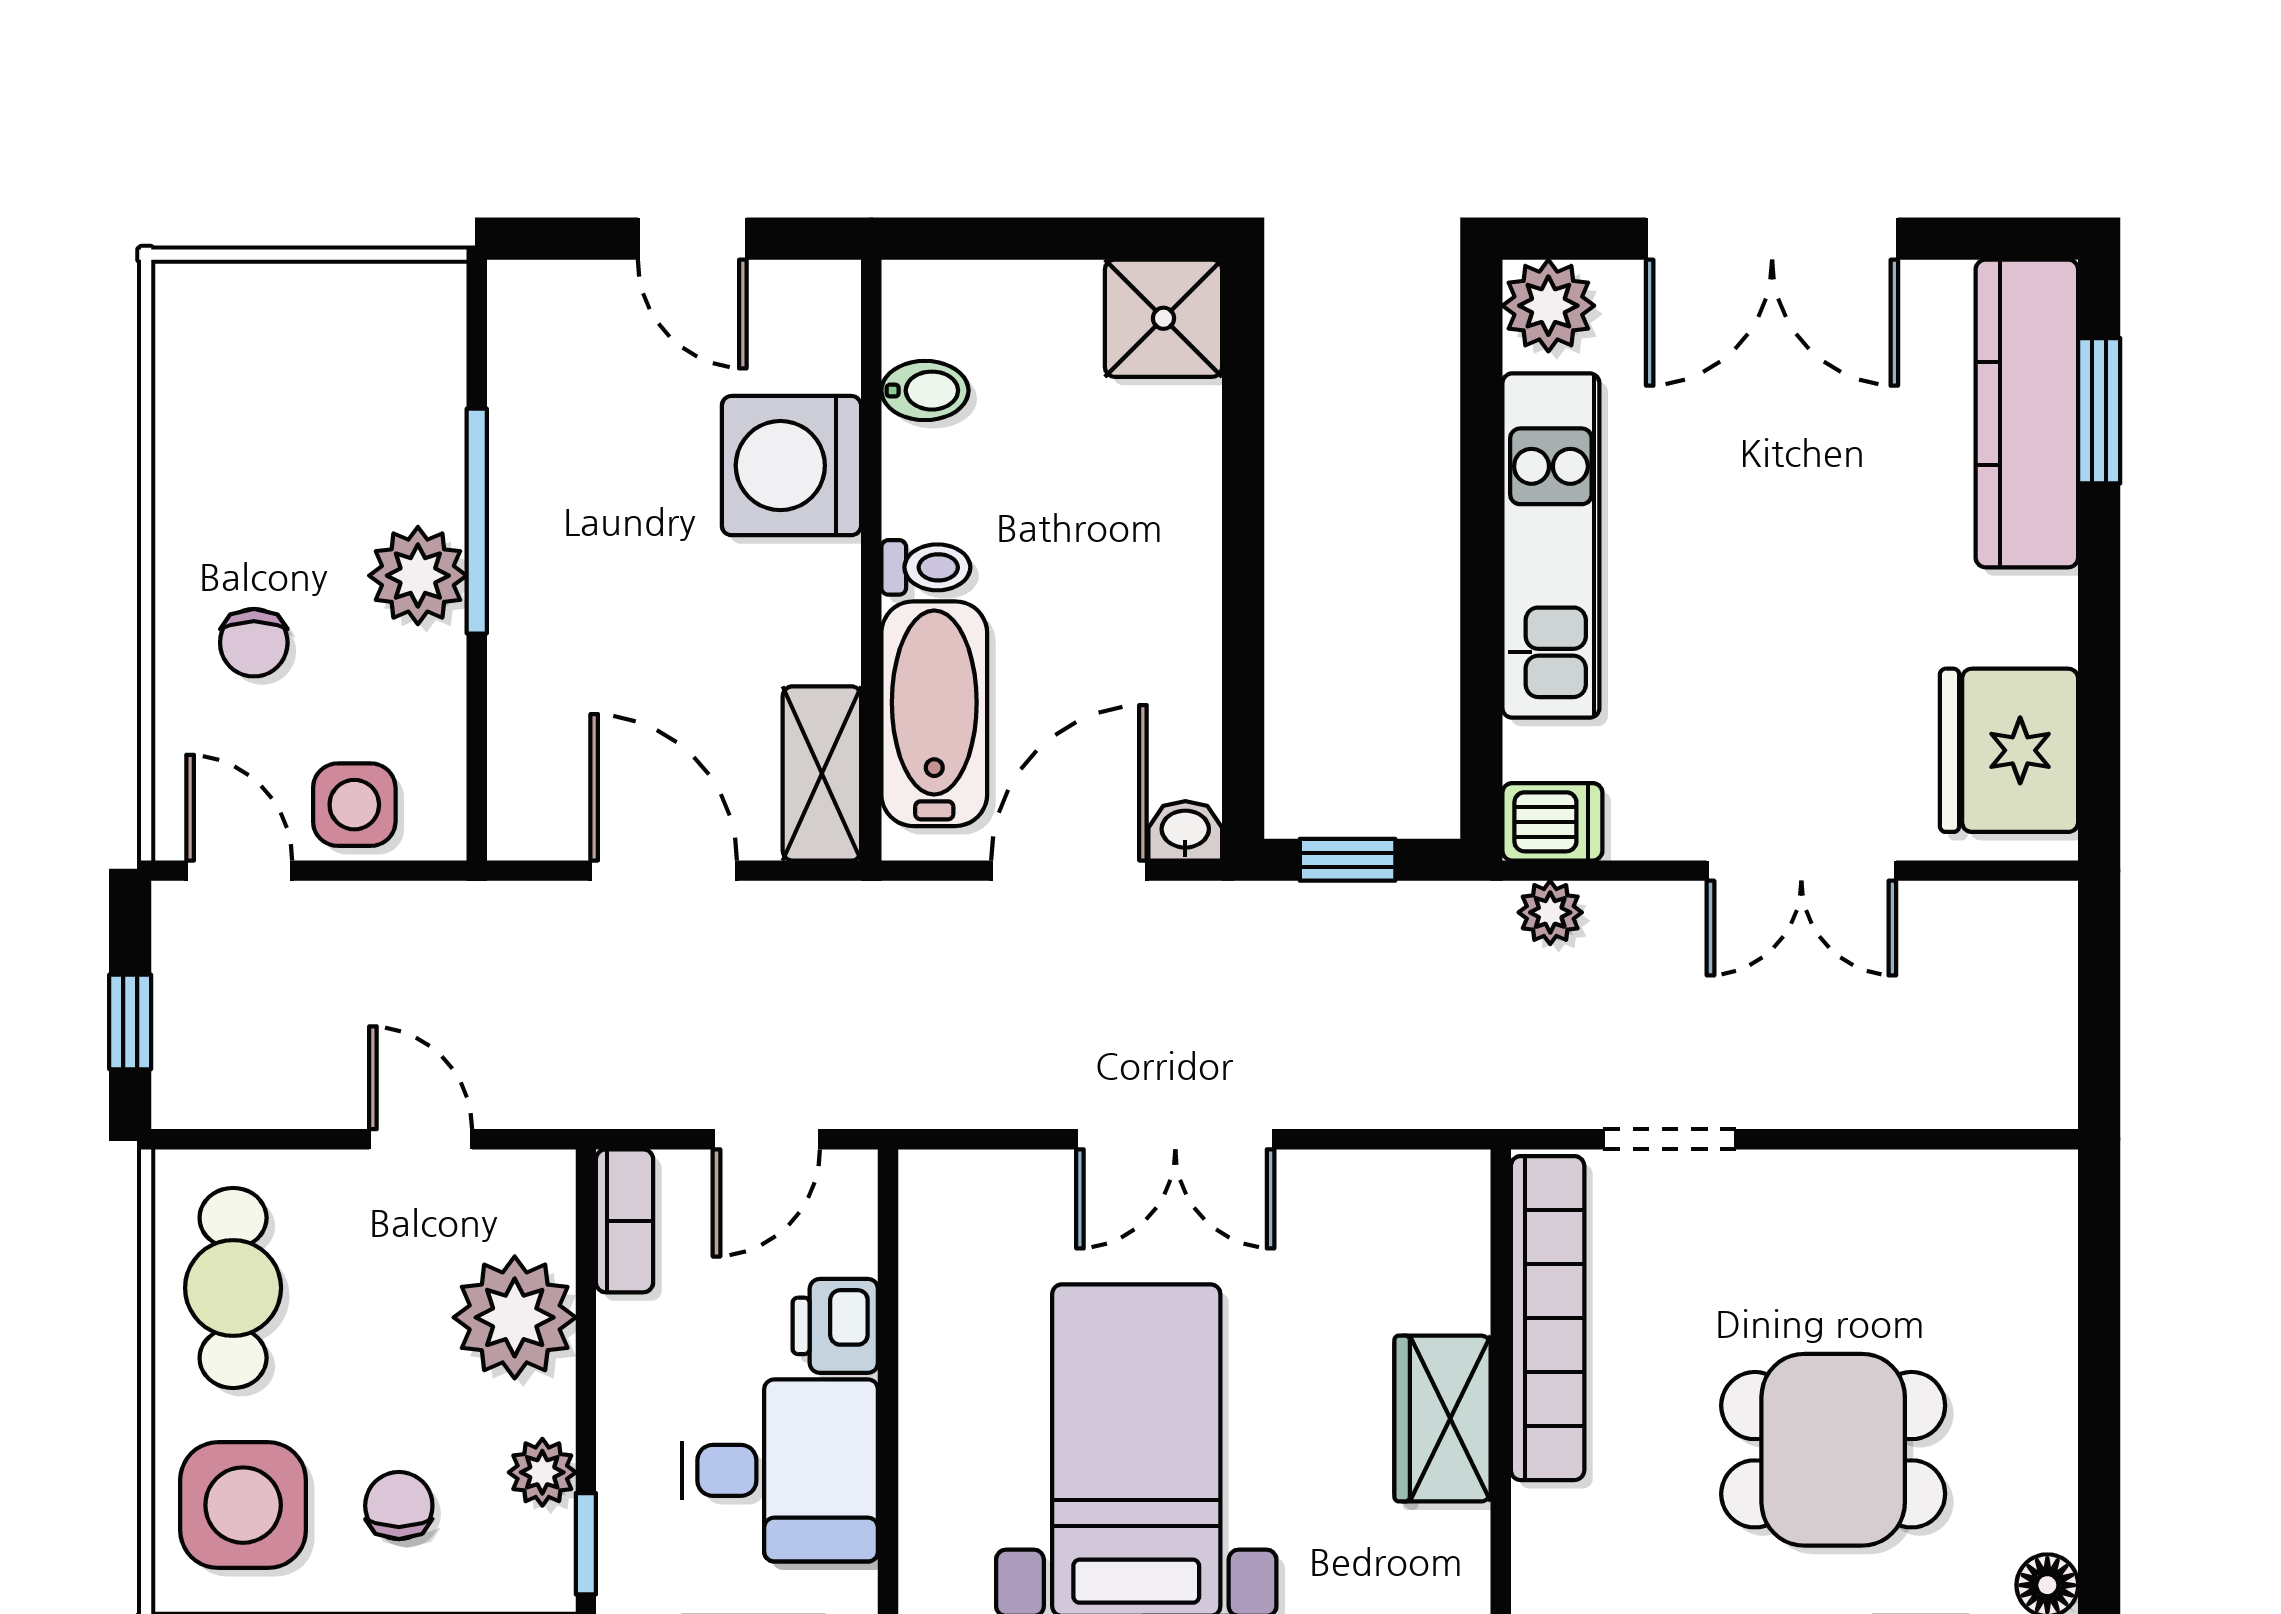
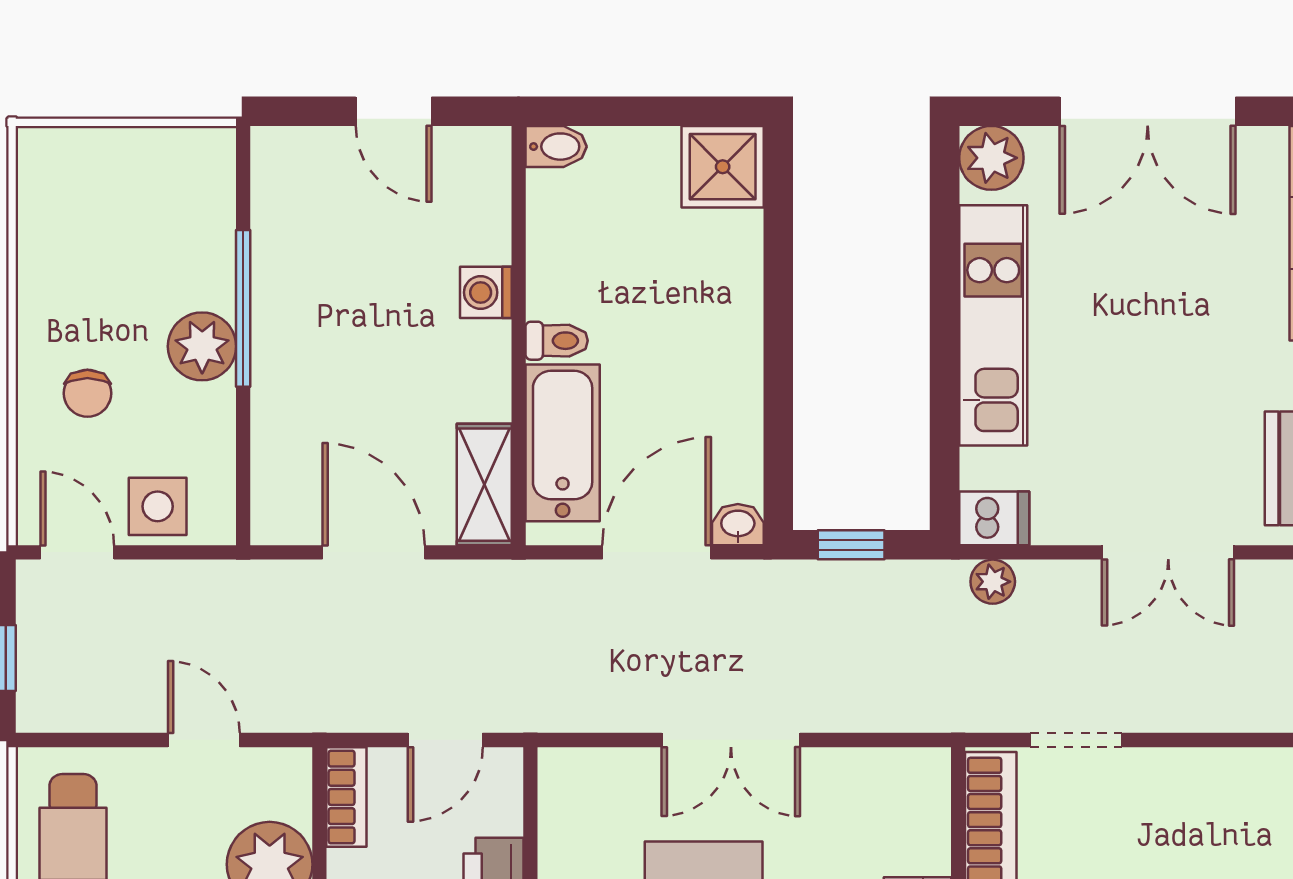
bidet: (925, 391) -> (556, 147), moved
washing machine: (791, 466) -> (486, 292), width x0.53, depth x0.53

